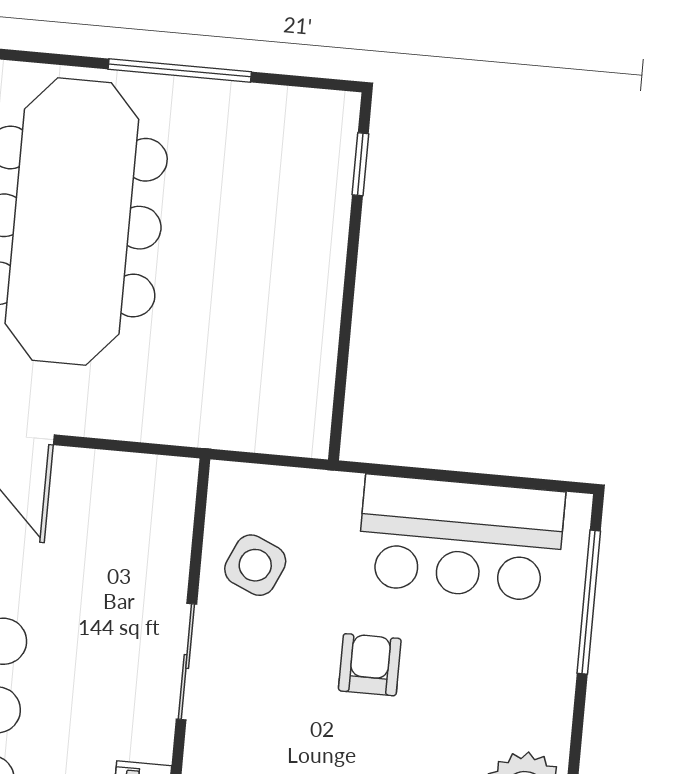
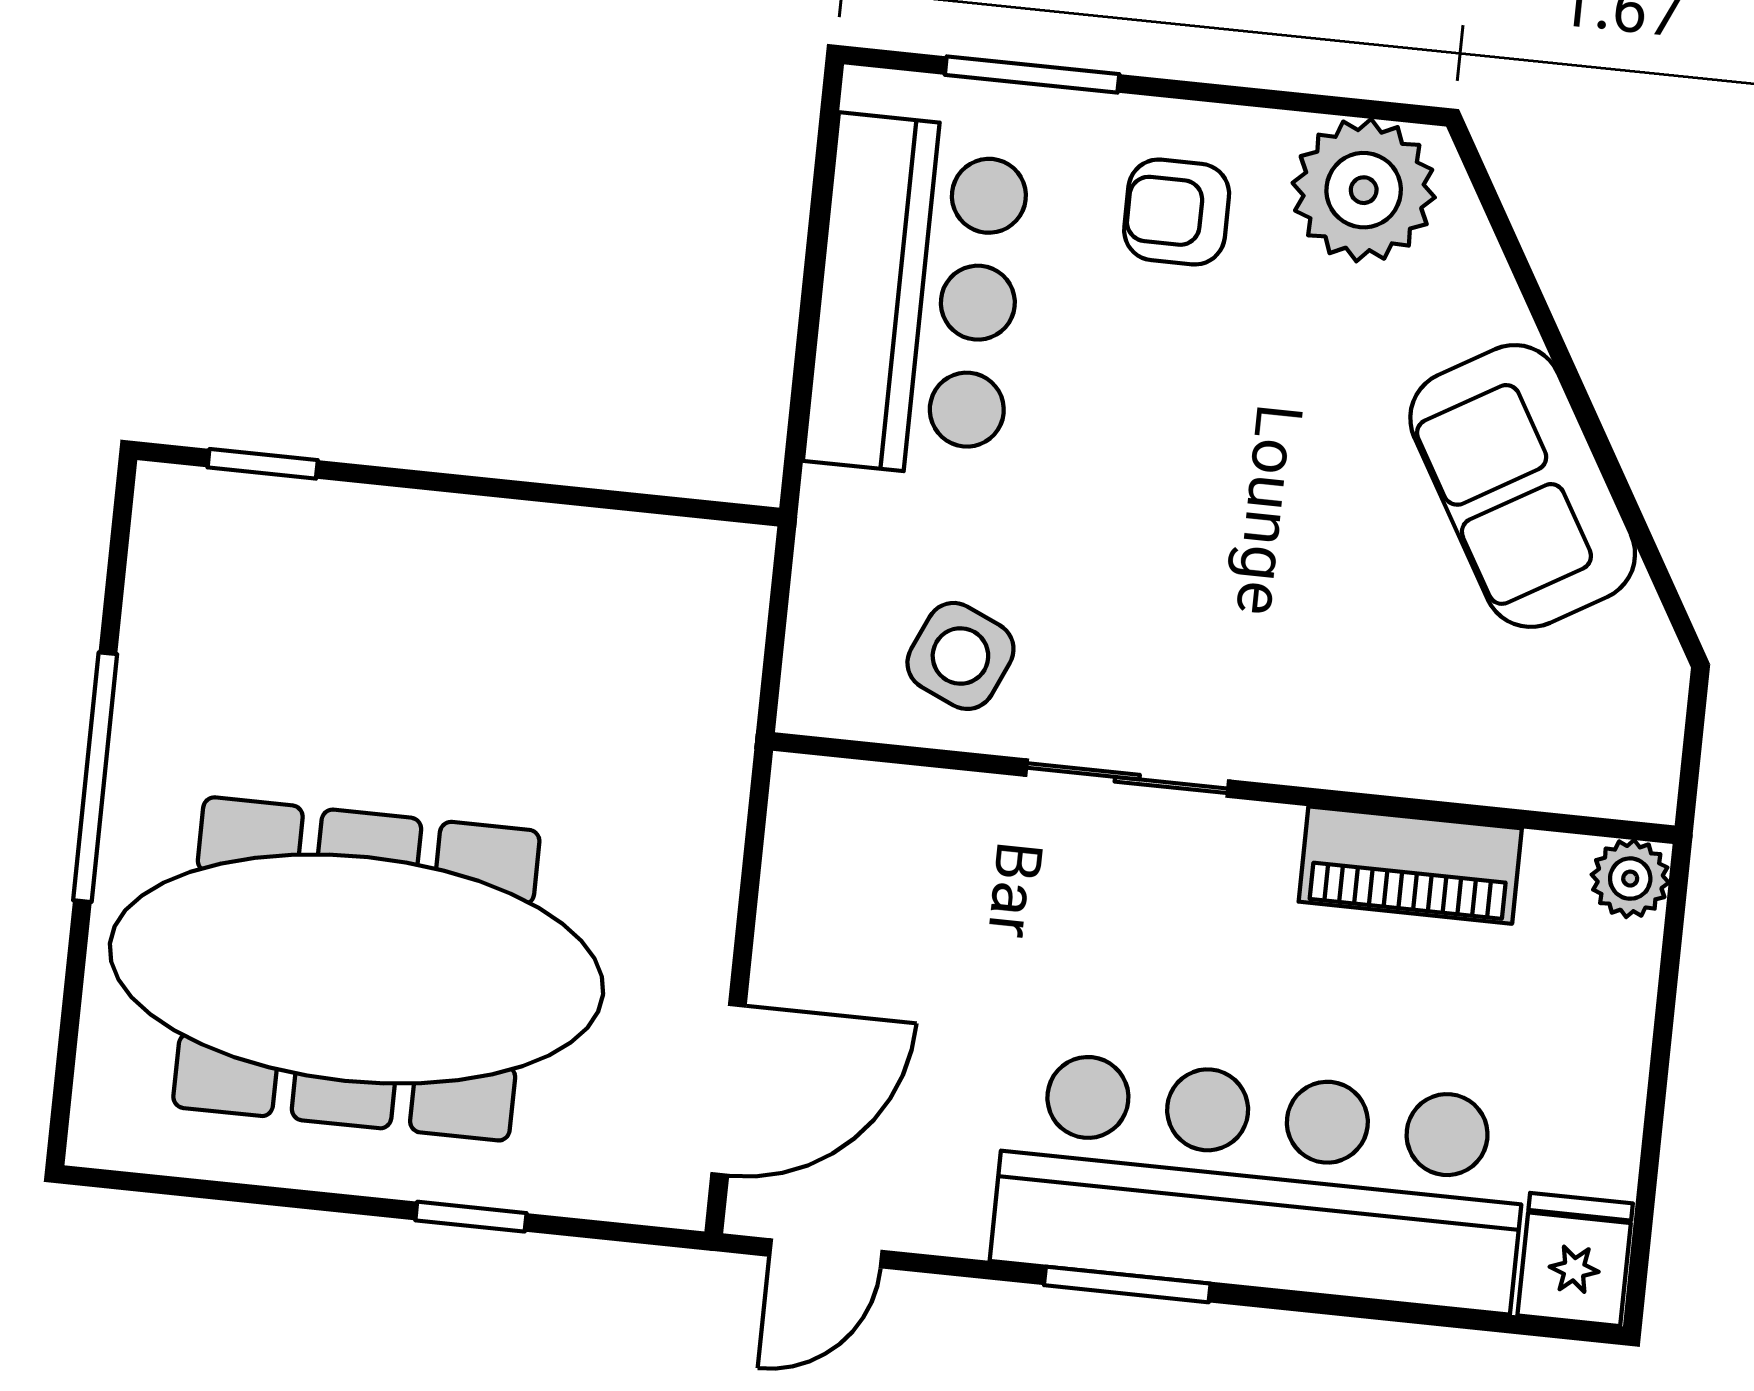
window: (589, 602) -> (1032, 74), width x0.69
armchair: (370, 665) -> (1177, 212), moved

